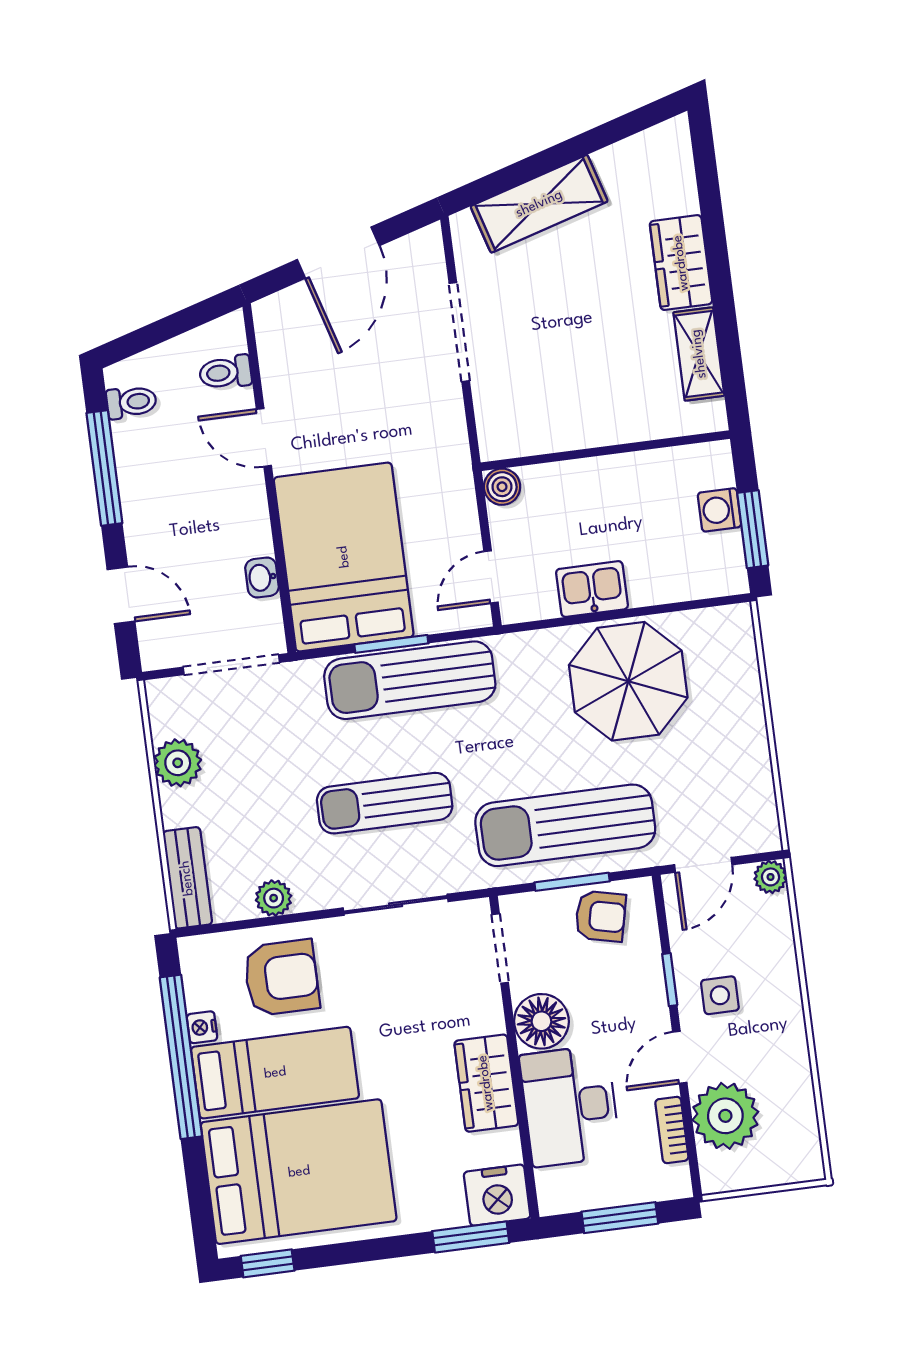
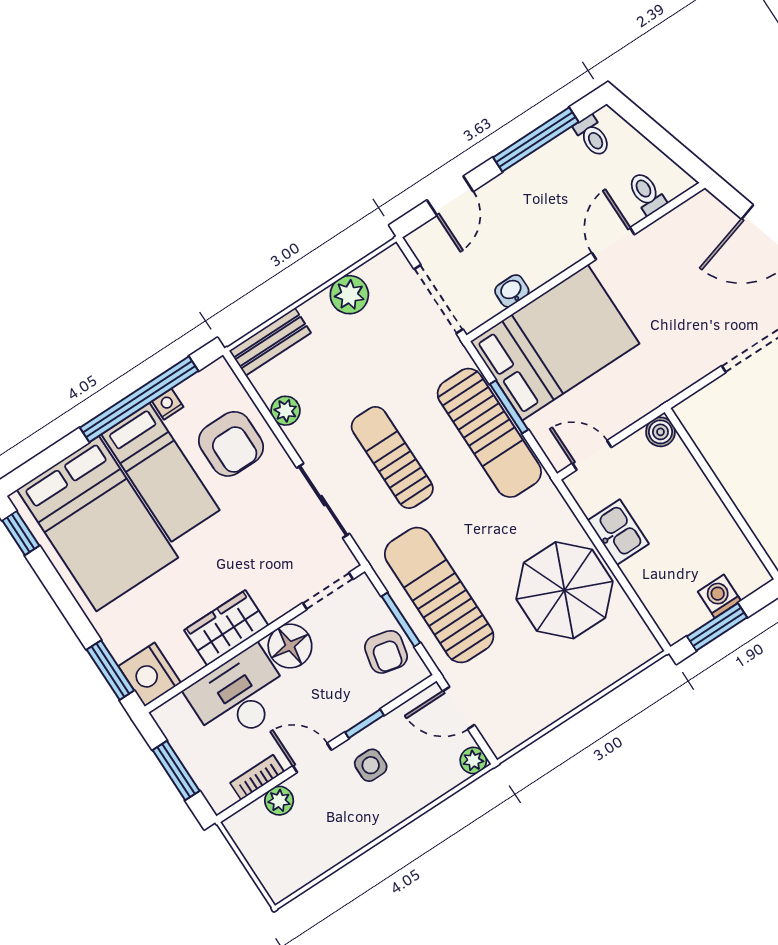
sun lounger: (410, 680) -> (489, 433), turned 180
plant: (725, 1116) -> (279, 801), width x0.53, depth x0.53

